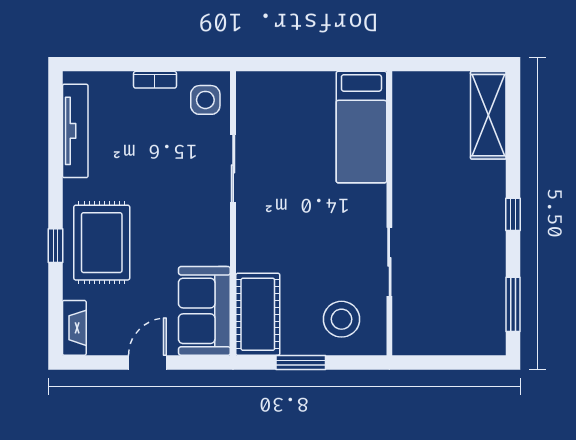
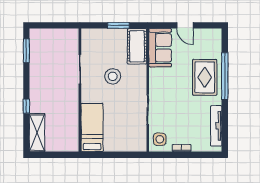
window: (513, 214) -> (26, 106), moved
window: (55, 246) -> (225, 76), width x3.17
stool: (342, 319) -> (113, 76), moved
fireplace: (74, 328) -> (217, 40), removed
door: (147, 363) -> (185, 25), hinge flipped

